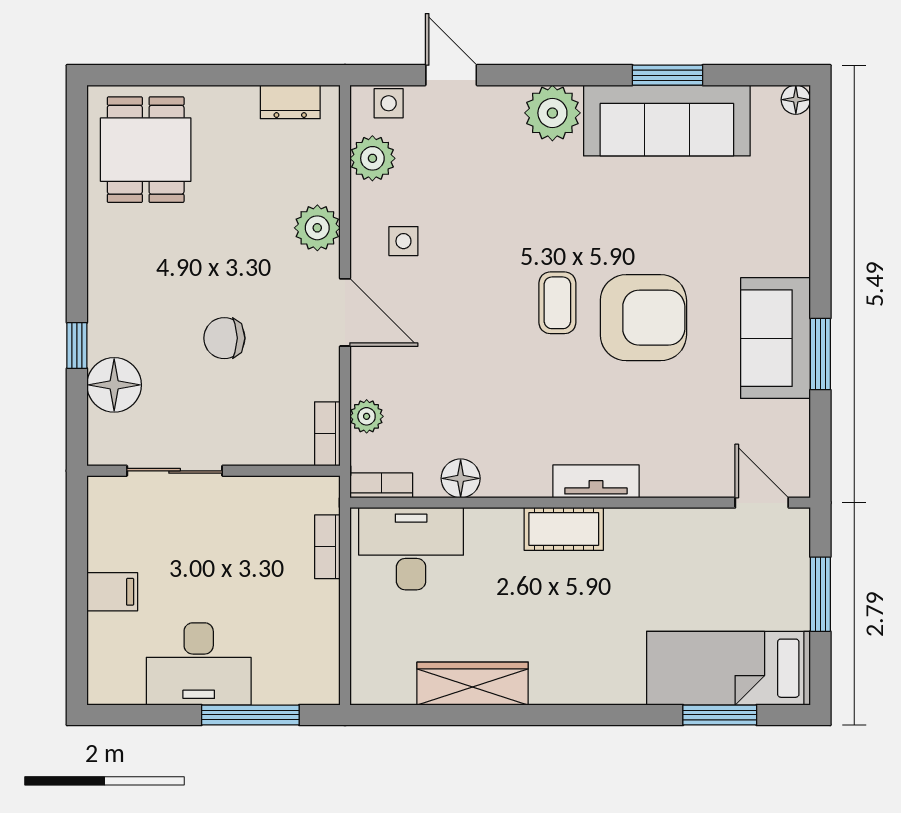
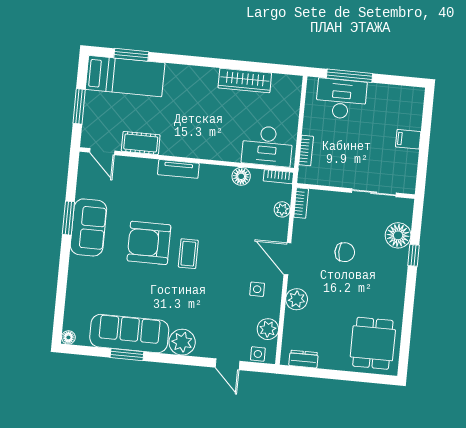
cot: (564, 529) -> (141, 143), moved
desk: (199, 664) -> (341, 99), moved

